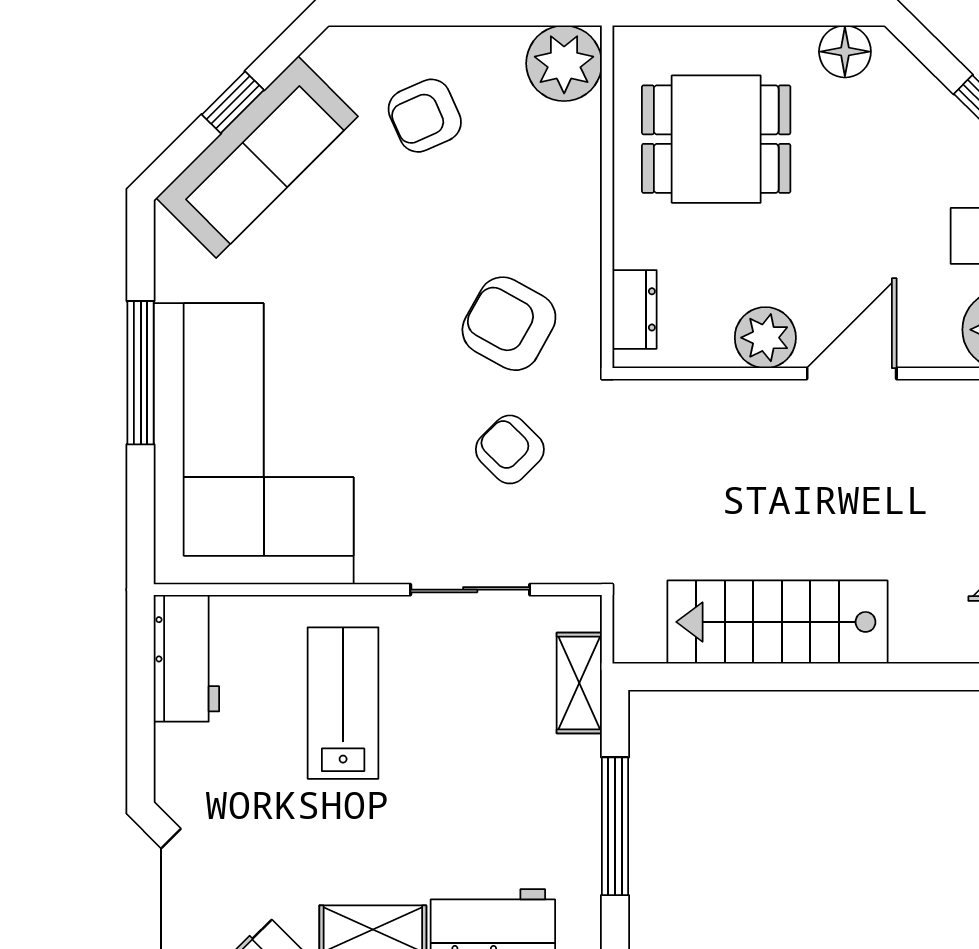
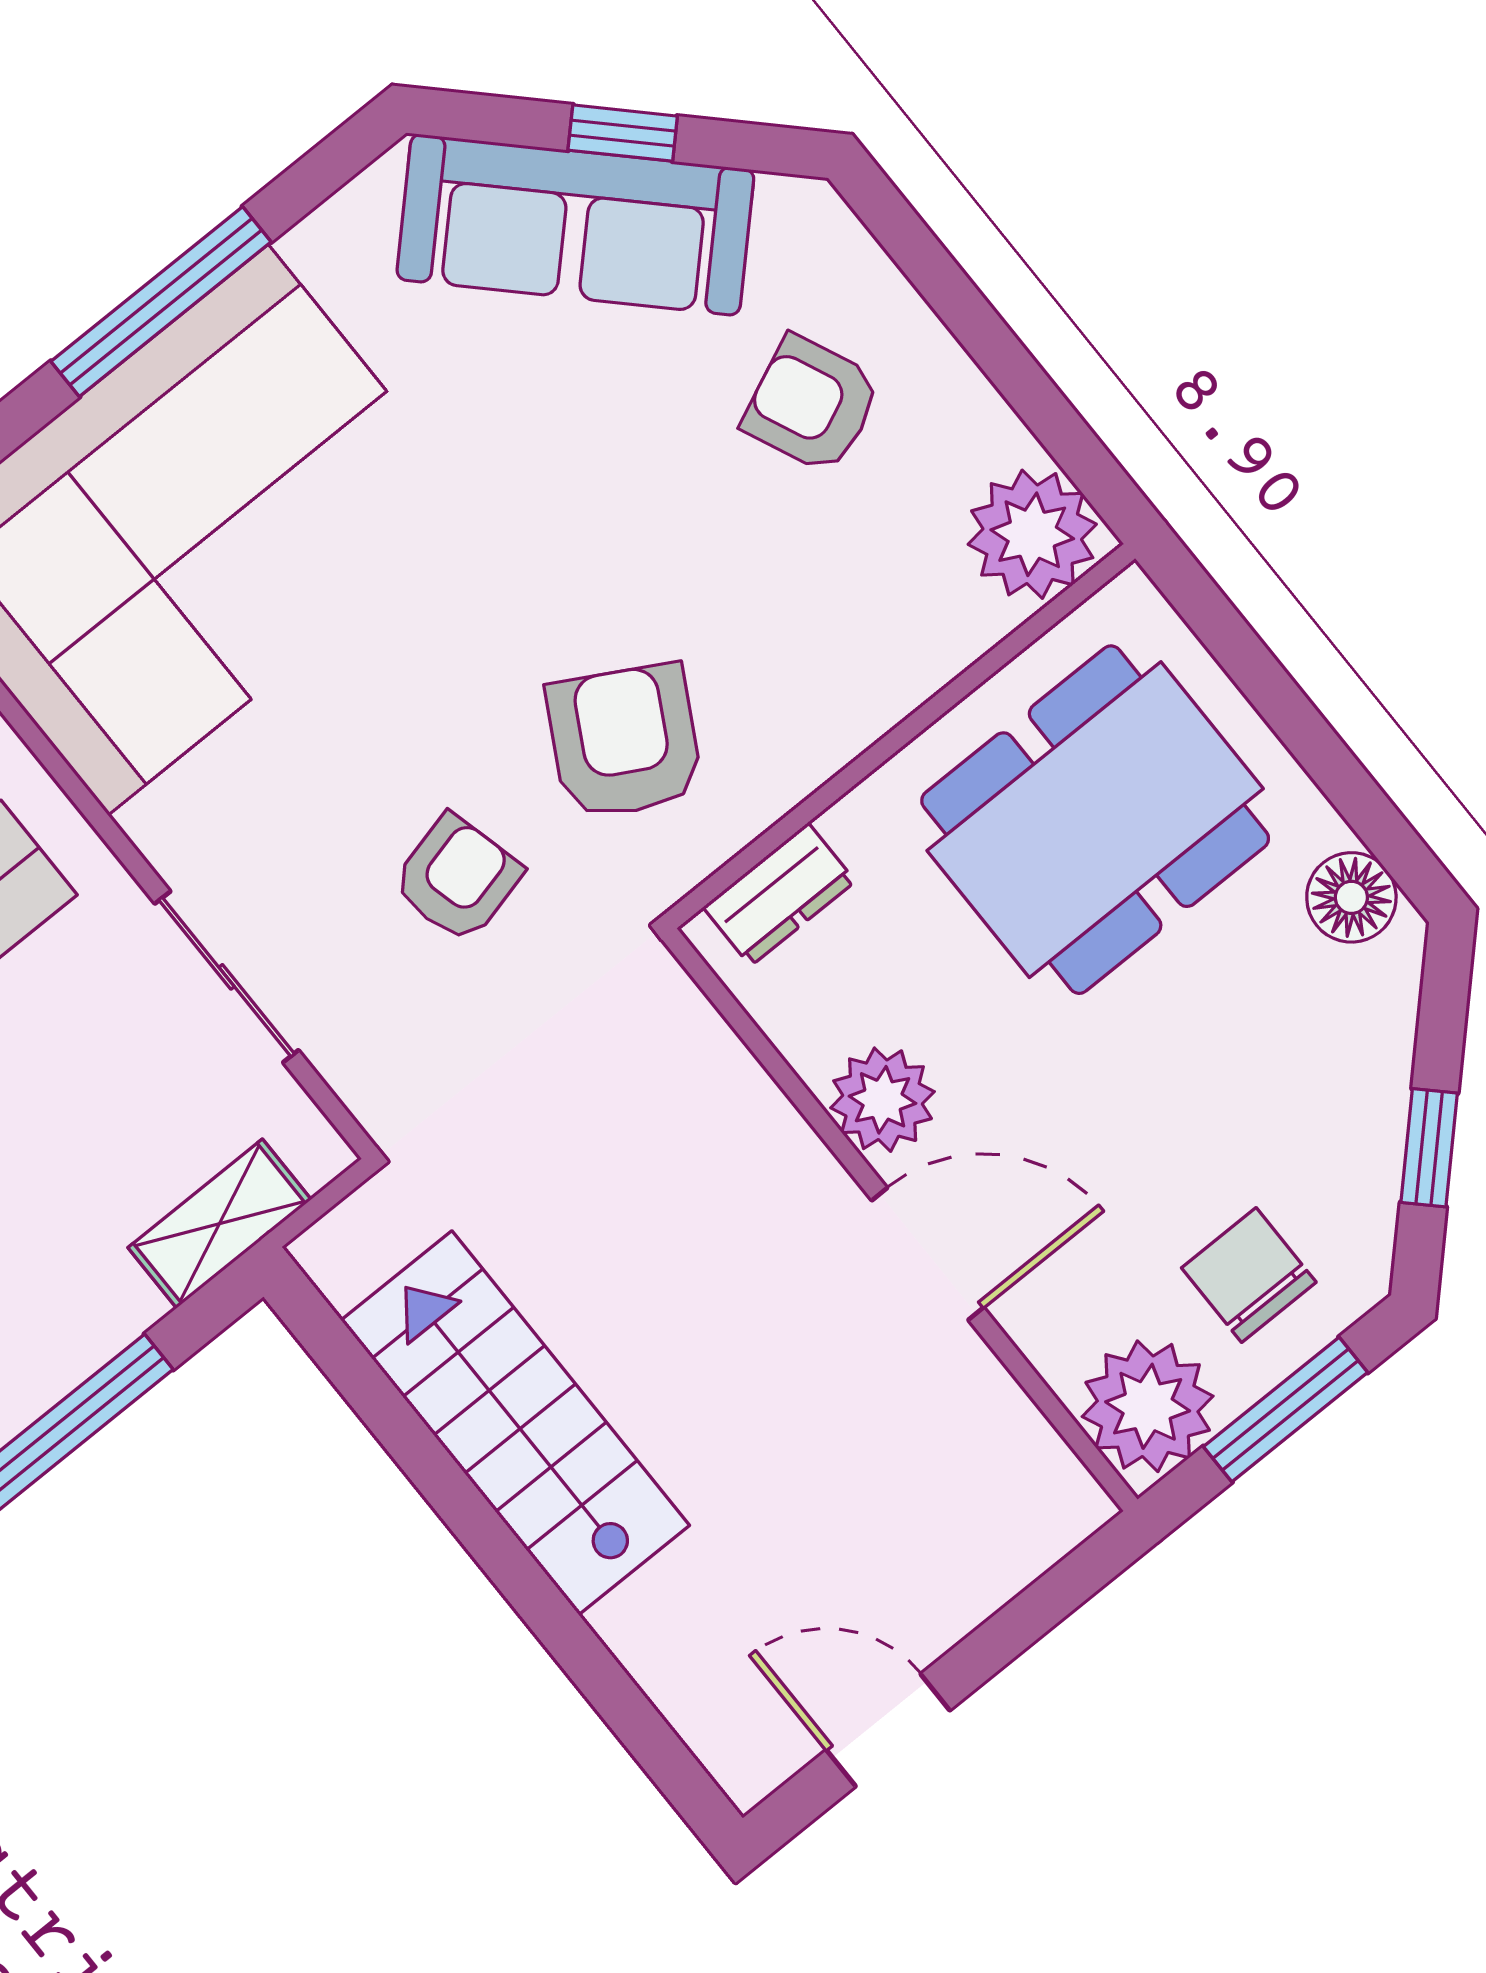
dining table: (716, 139) -> (1095, 820), width x1.38
armchair: (510, 449) -> (457, 879), turned 31

